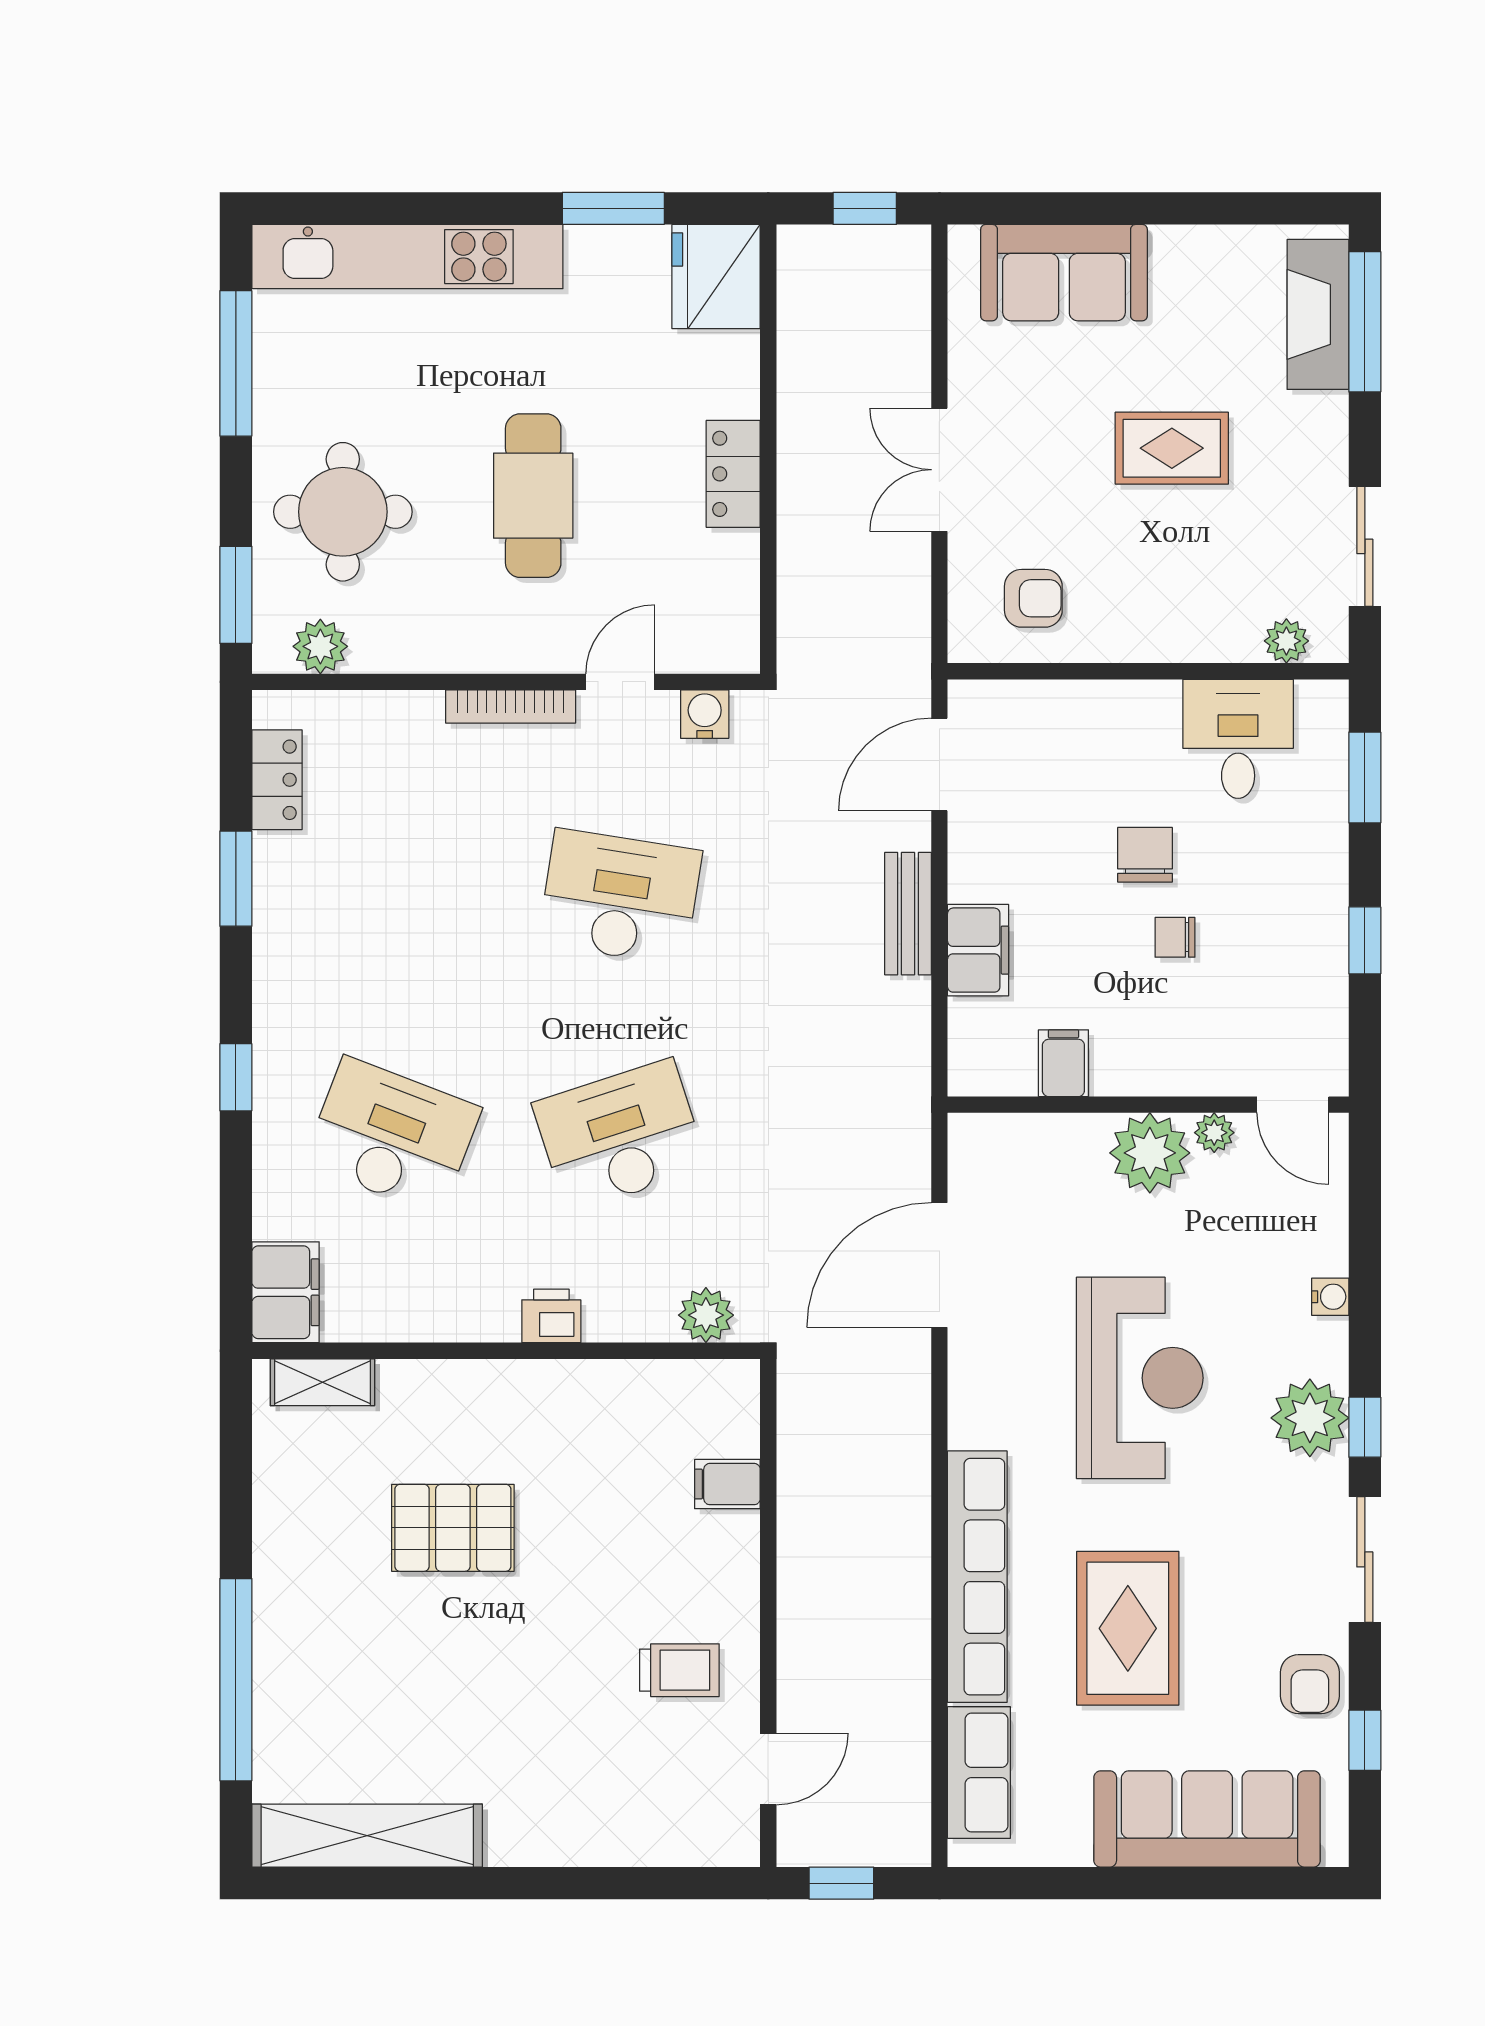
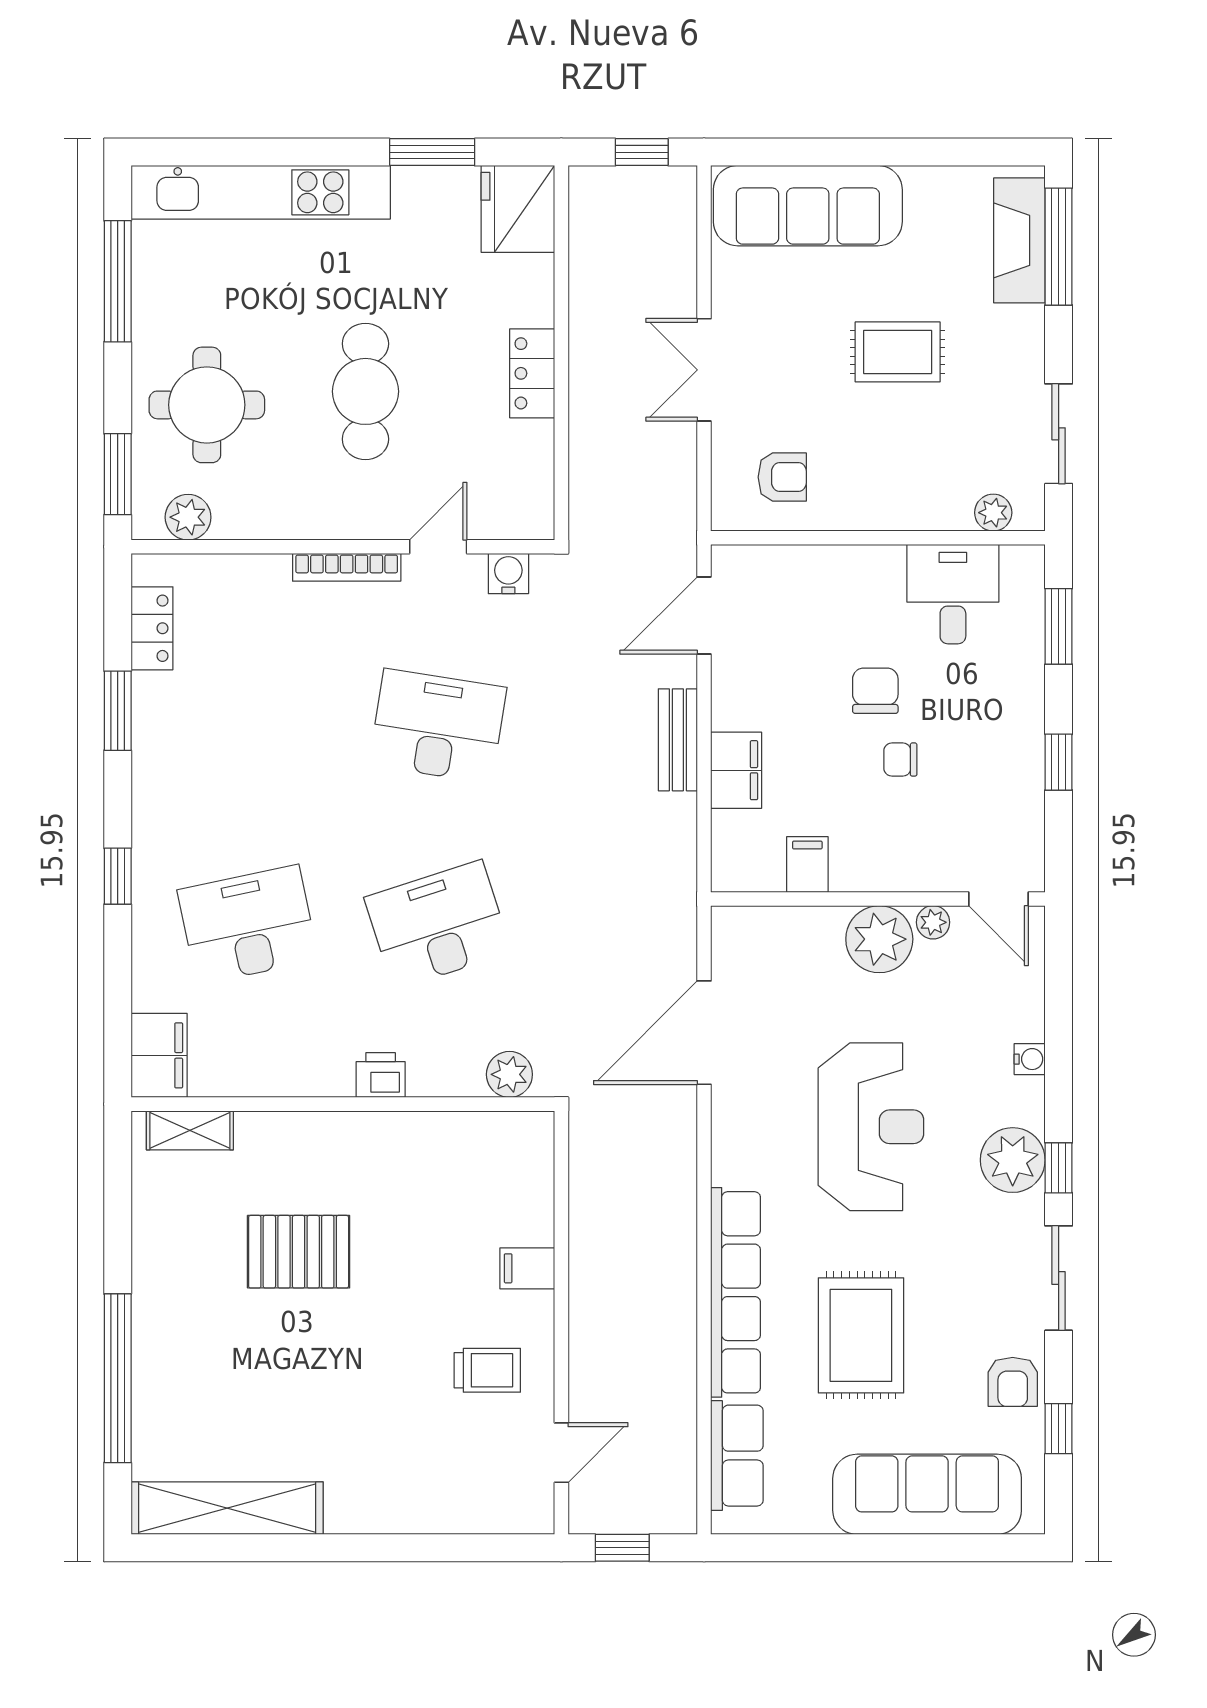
sofa: (1064, 273) -> (808, 206), width x1.36
desk: (392, 1136) -> (248, 925), turned -33
filing cabinet: (727, 1484) -> (527, 1268), moved

